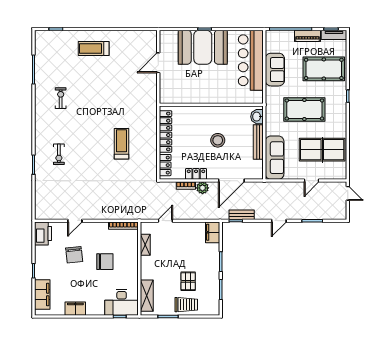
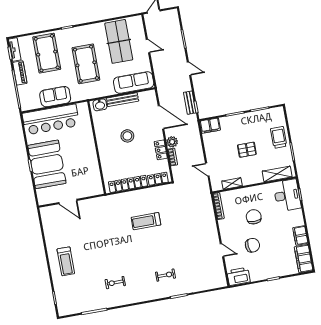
pallet: (188, 281) -> (247, 150), moved
filing cabinet: (42, 295) -> (304, 259), moved, turned -90

